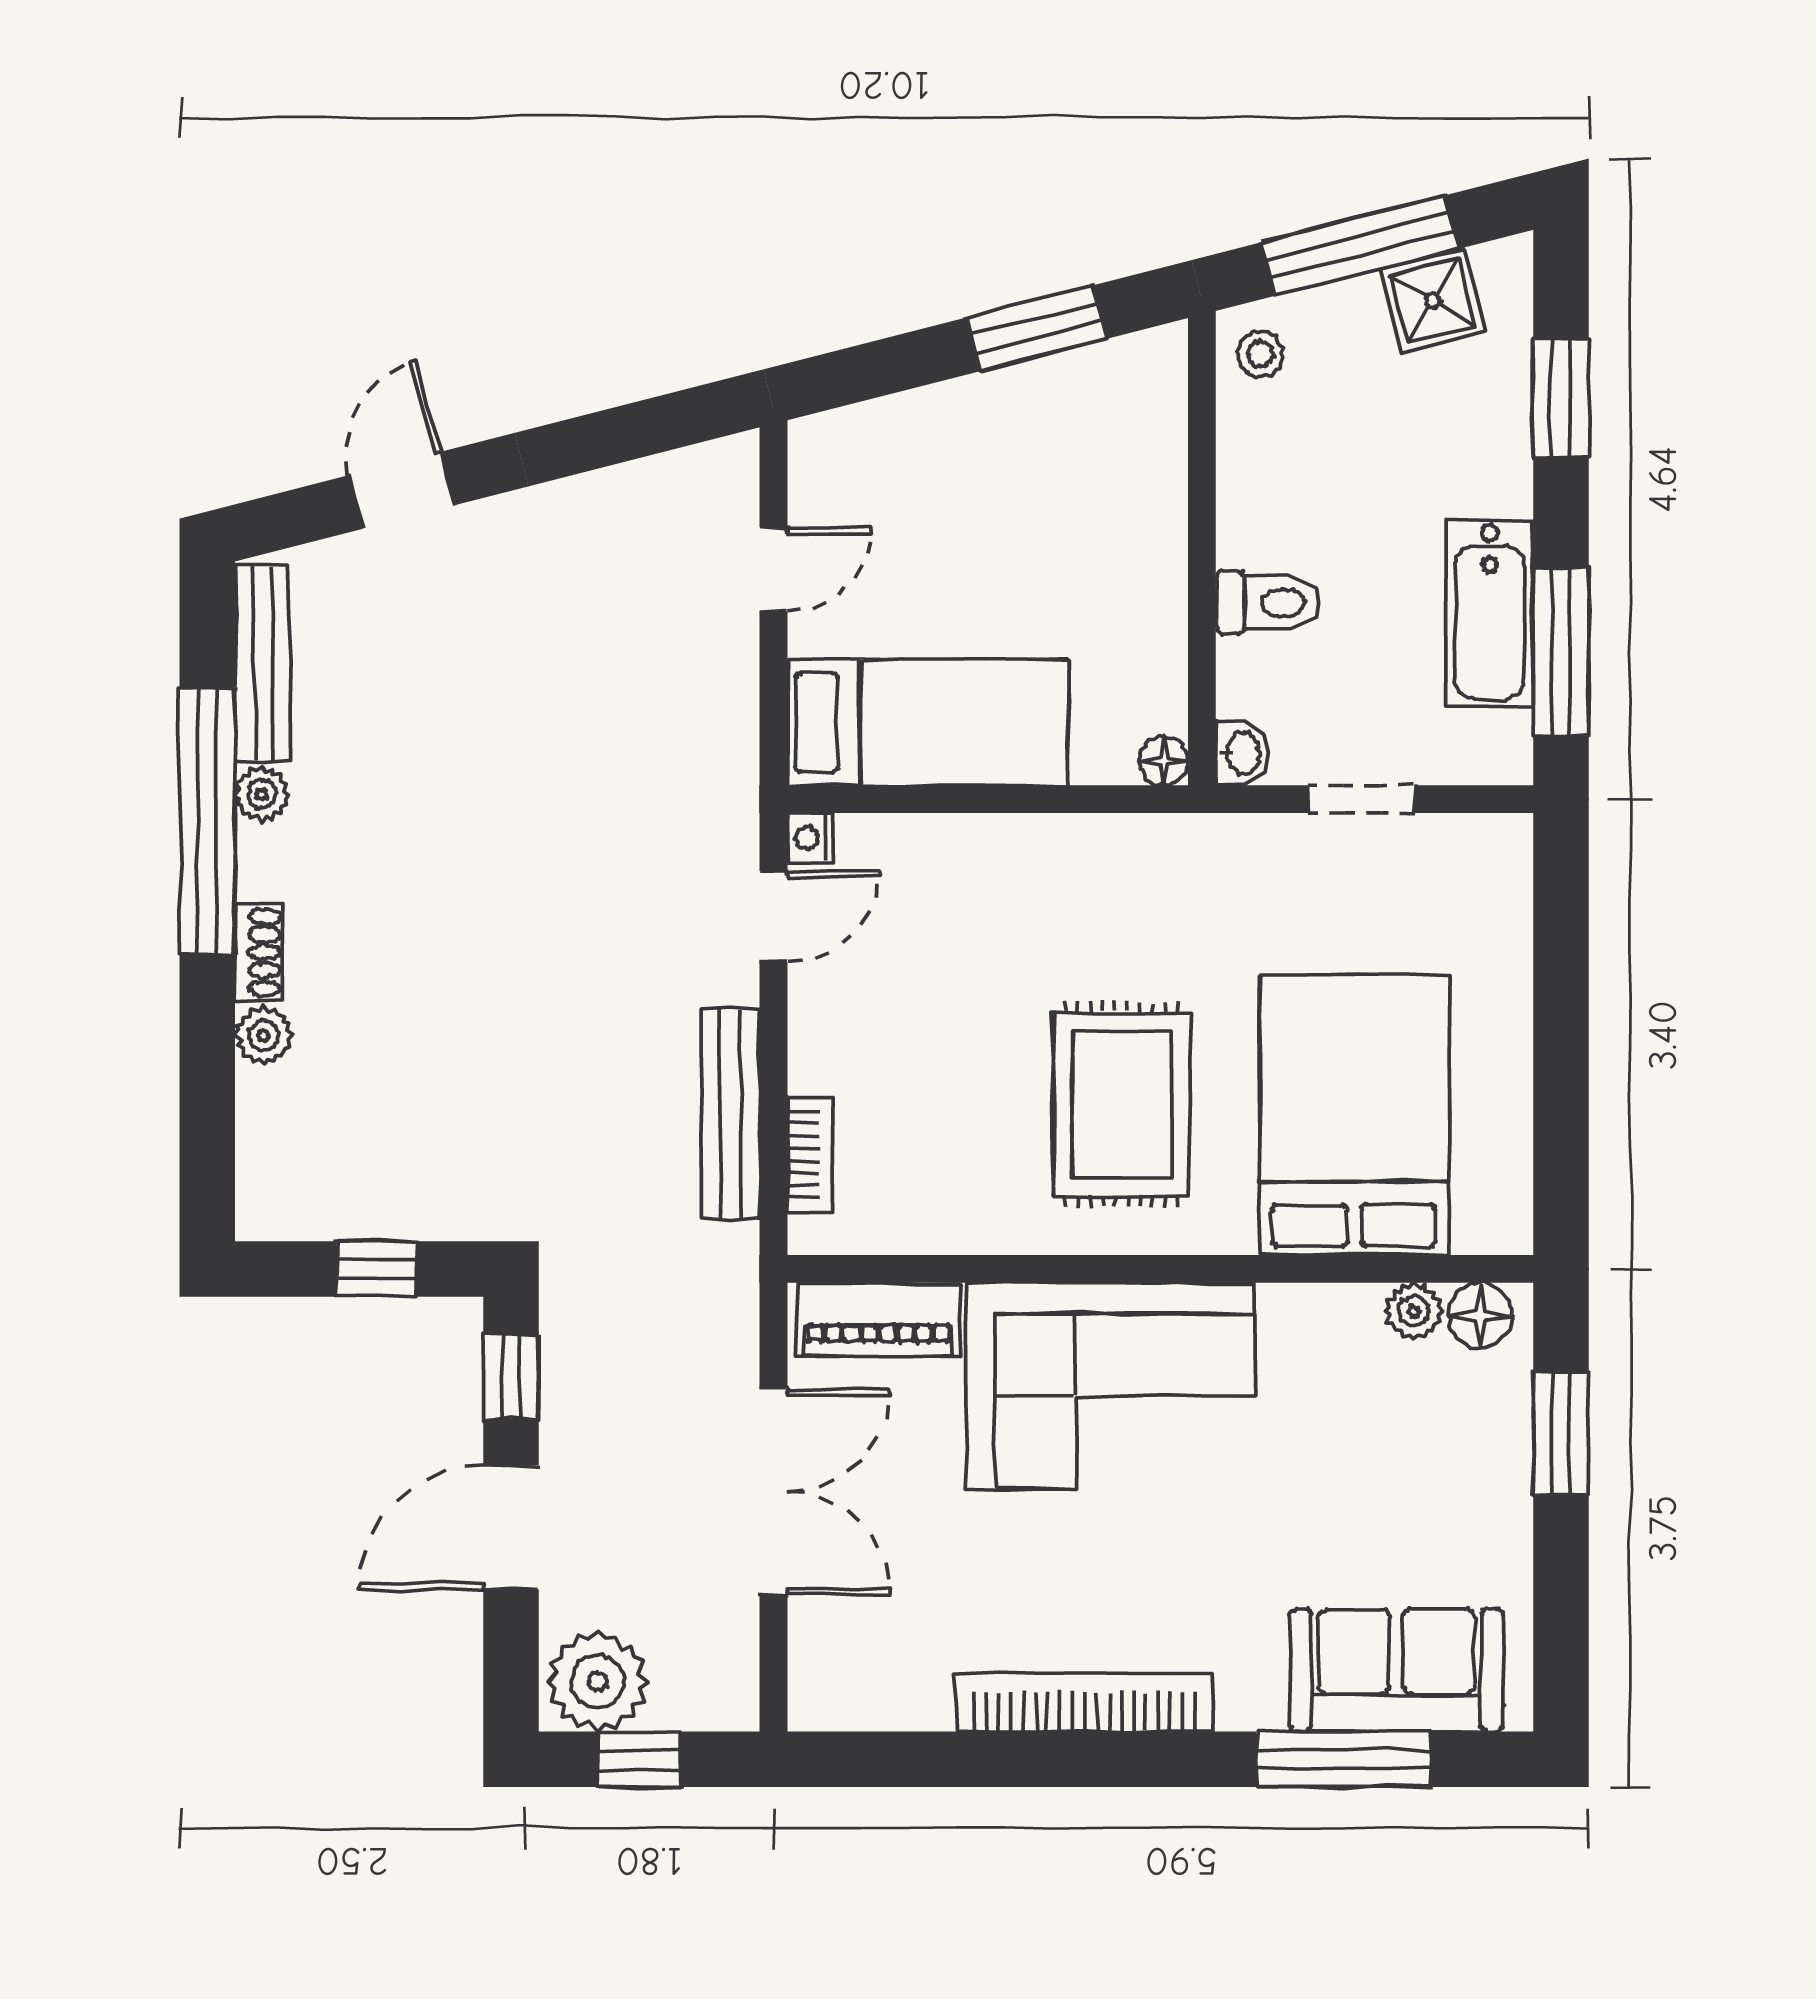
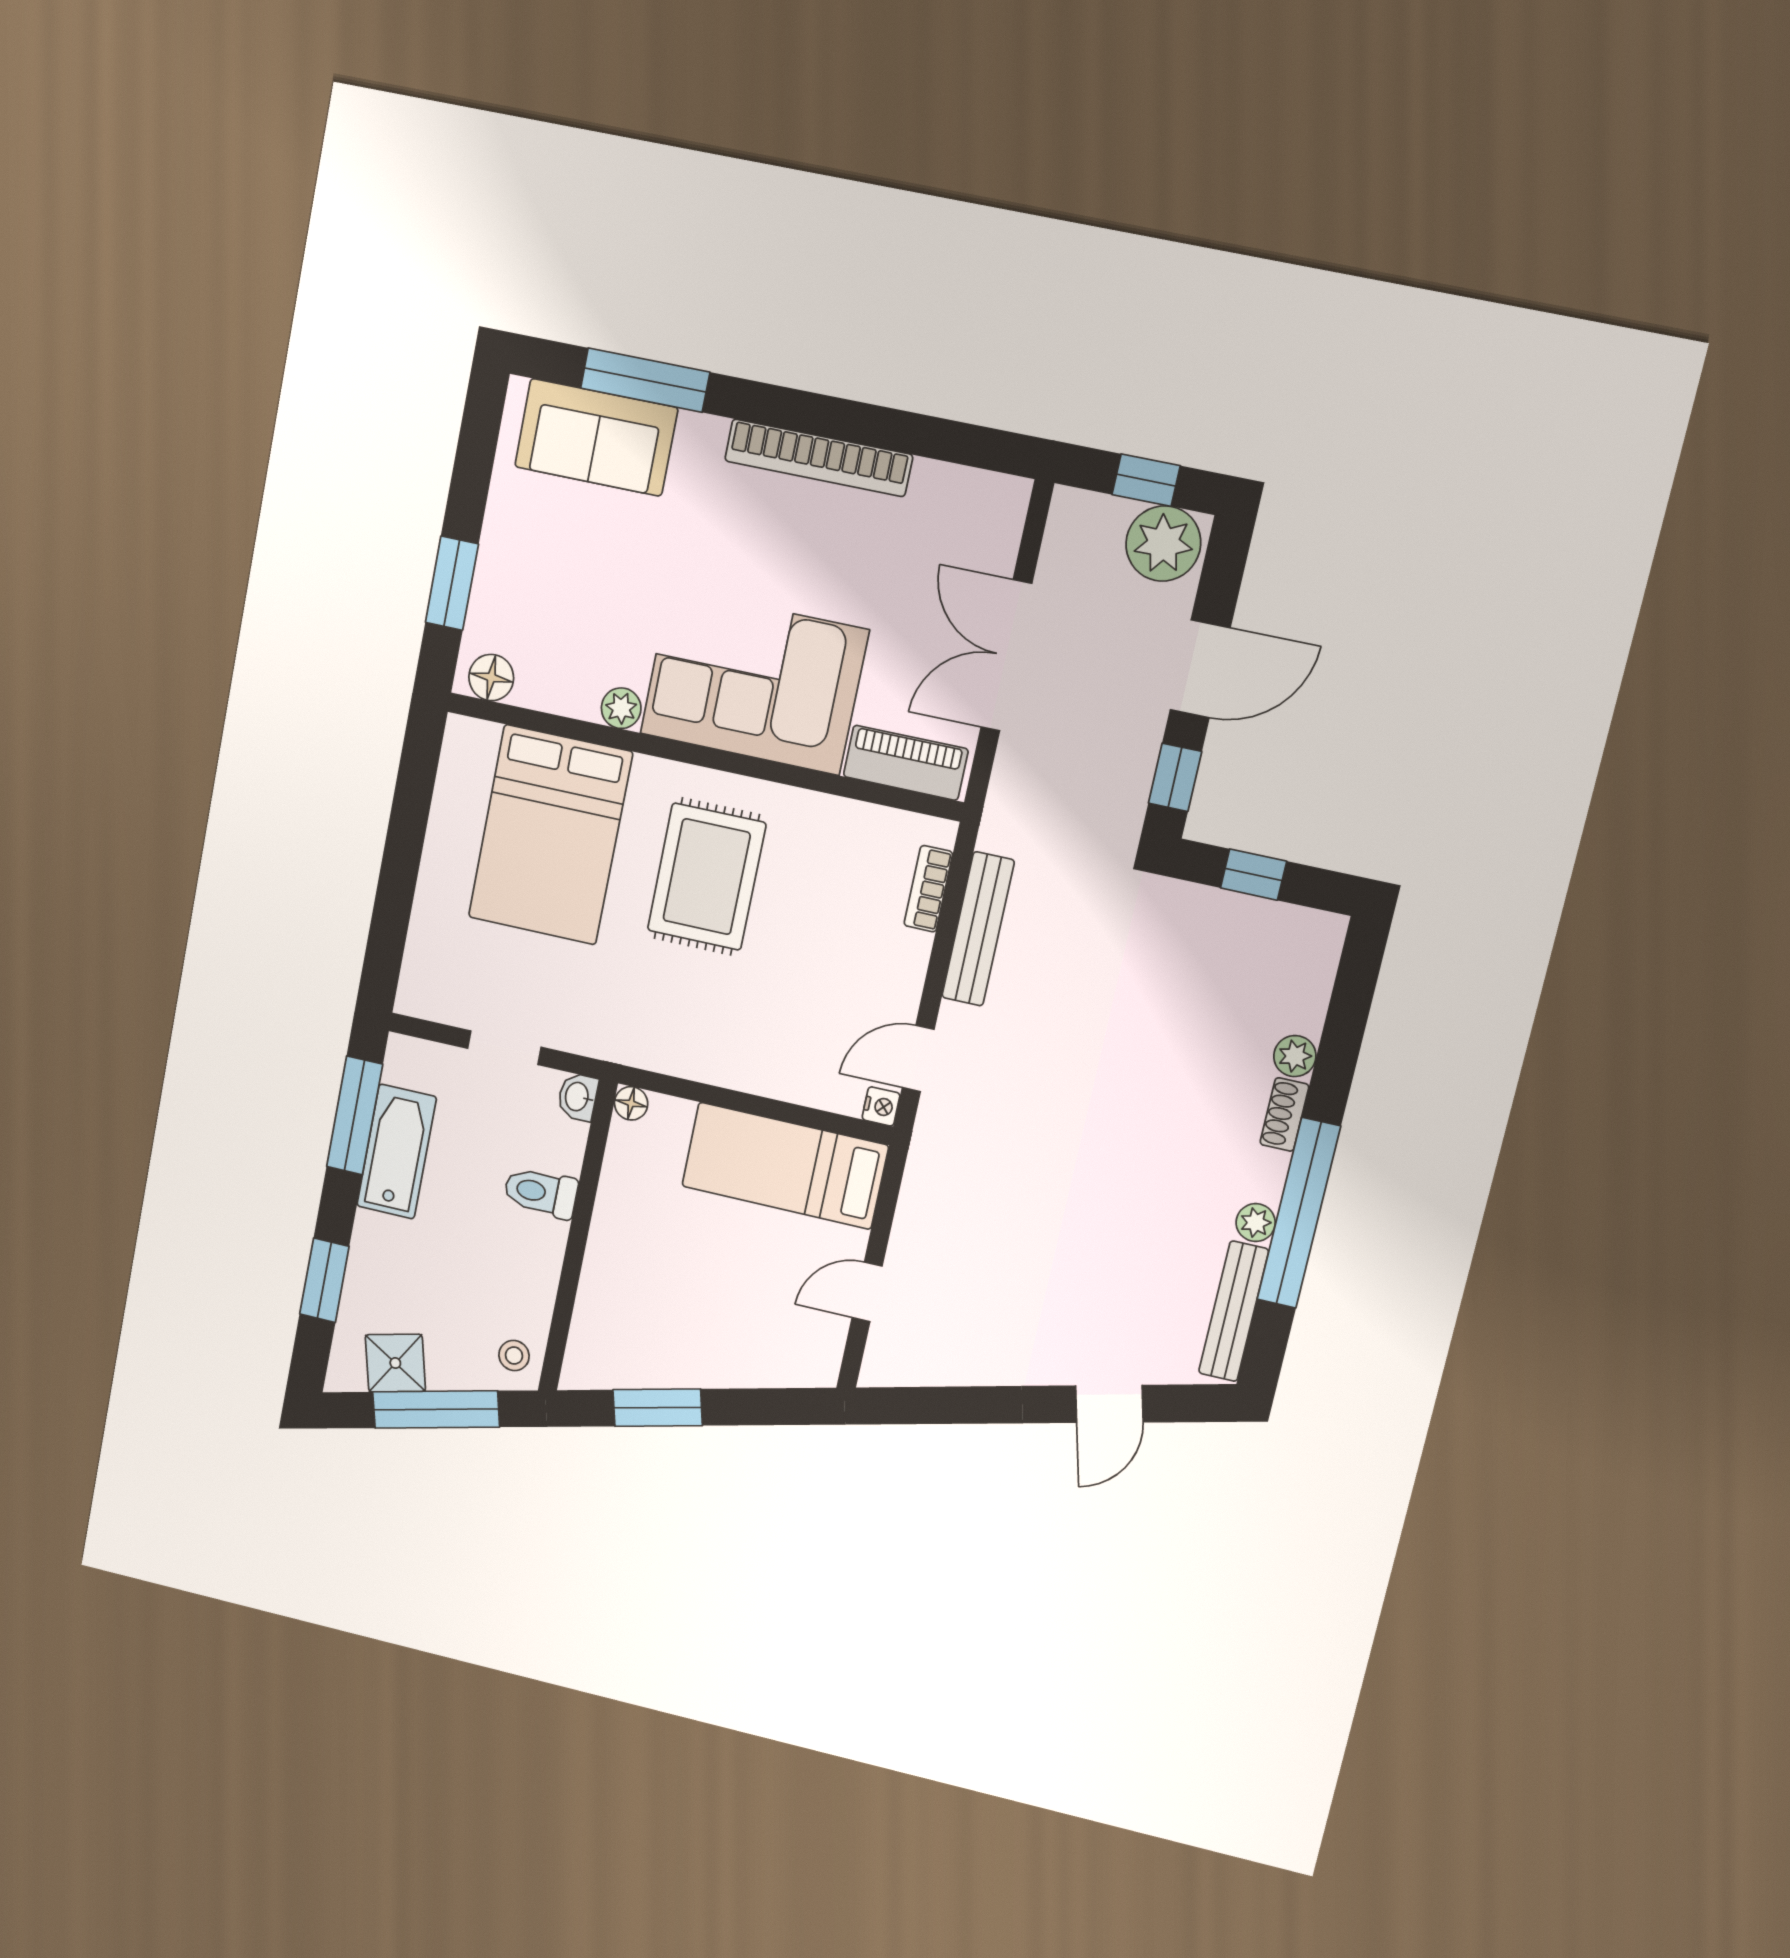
plant: (1414, 1311) -> (621, 708), moved

